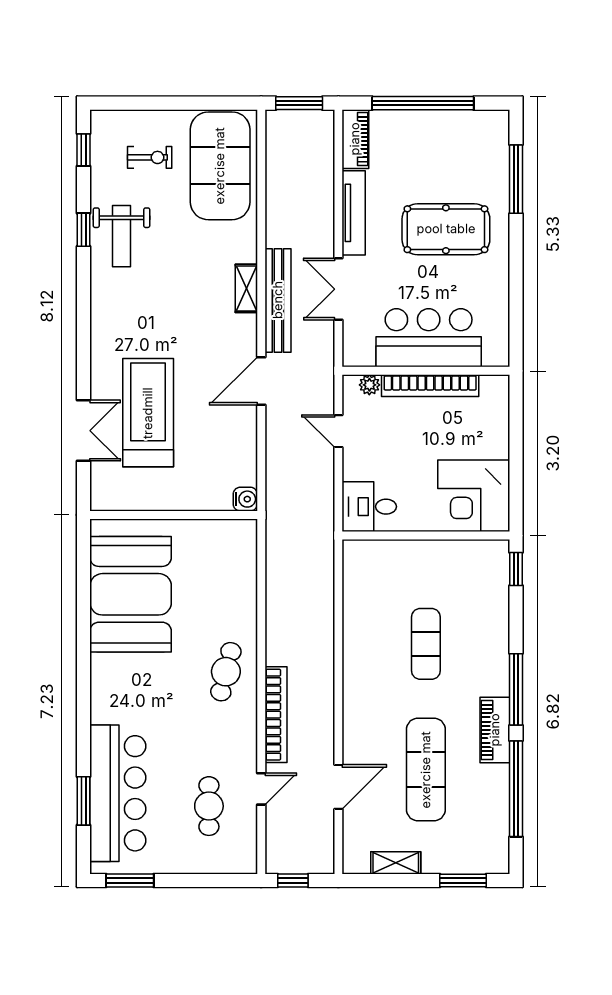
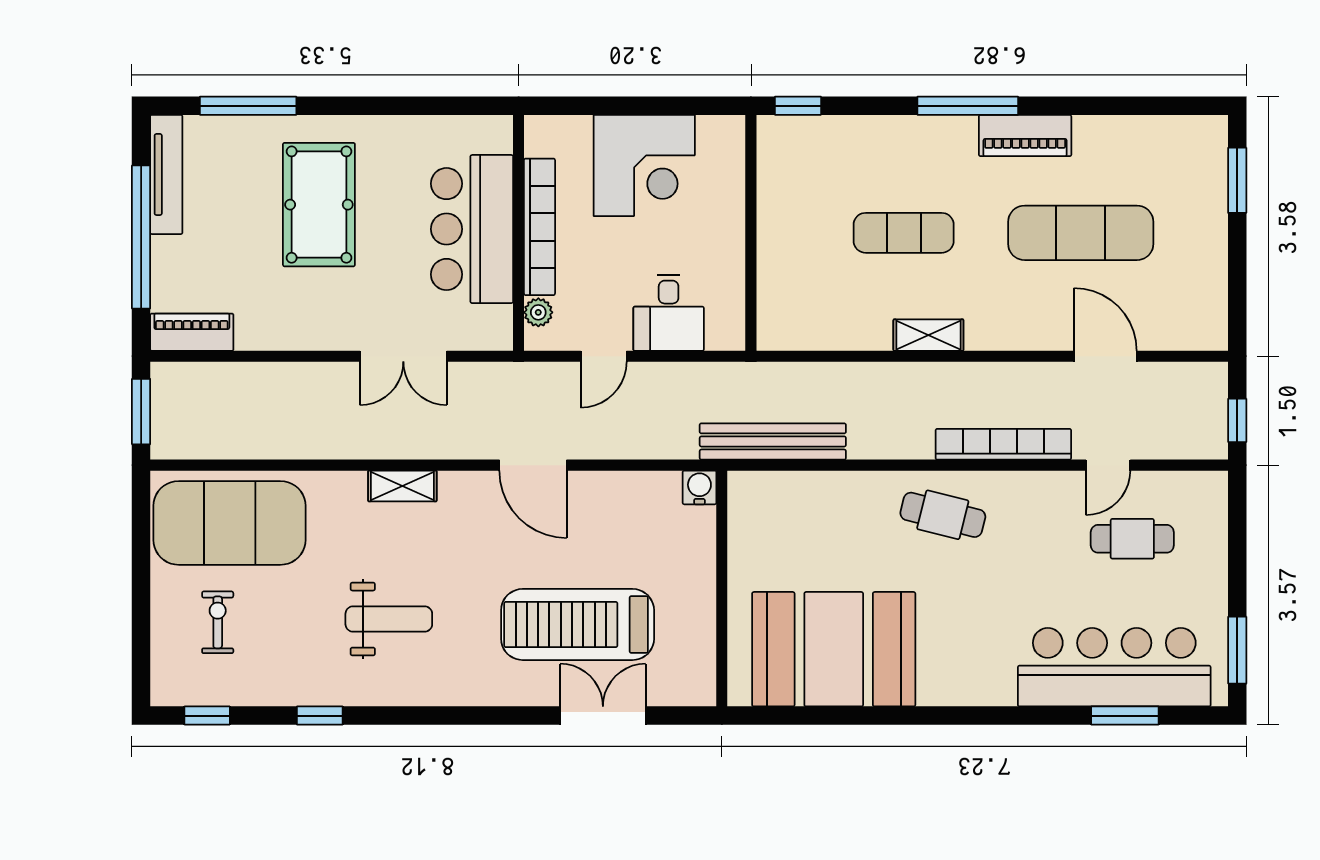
tv unit: (354, 213) -> (166, 174), moved, turned 90
weight bench: (121, 236) -> (389, 619), moved
bench: (278, 300) -> (773, 441), moved
corner desk: (474, 496) -> (644, 165), moved
desk: (369, 507) -> (669, 313), moved
door: (261, 789) -> (1108, 465), swing flipped
window: (516, 789) -> (1108, 106), removed
shelving: (396, 863) -> (928, 335), moved, turned 90

